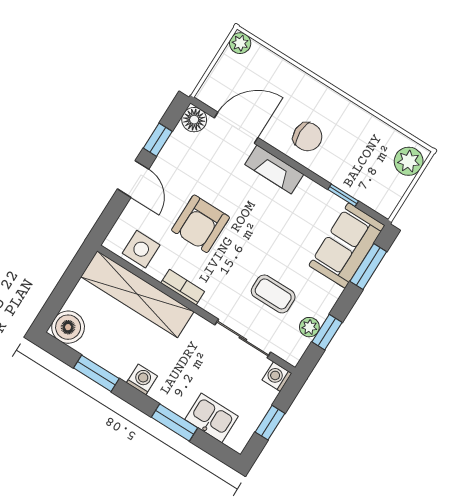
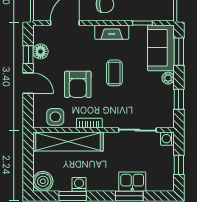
floor lamp: (194, 120) -> (40, 51), moved
fireplace: (274, 169) -> (112, 32), moved
coffee table: (273, 294) -> (114, 73), moved, turned 90
plant: (309, 327) -> (168, 78), moved
washing machine: (142, 379) -> (79, 184), moved
kitchen sink: (212, 418) -> (132, 182), moved

